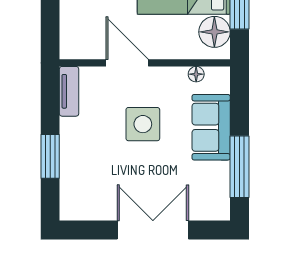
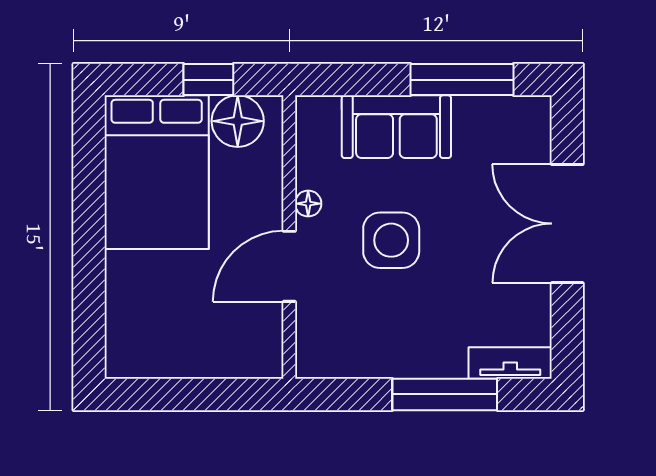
floor lamp: (196, 74) -> (308, 204), moved
tv unit: (69, 91) -> (510, 363), moved
window: (50, 156) -> (445, 394), width x1.44

